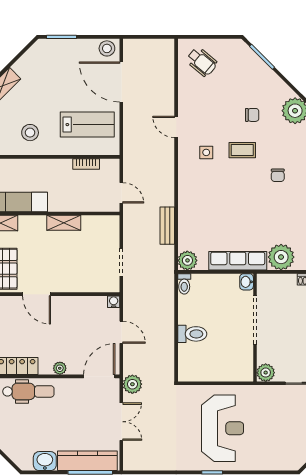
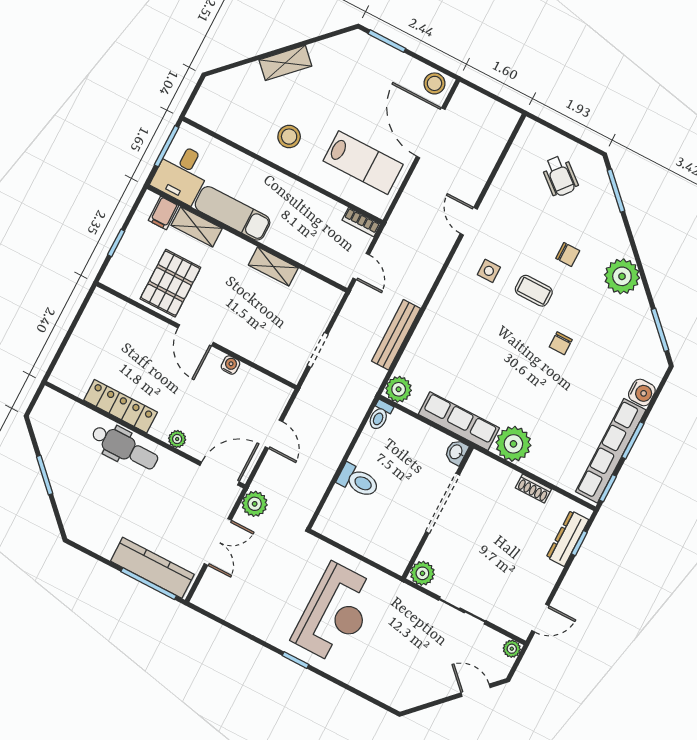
wheelchair: (202, 62) -> (560, 176), moved
bookcase: (86, 164) -> (361, 222), moved
bench: (167, 226) -> (396, 335), width x1.36
water cooler: (114, 302) -> (230, 365), moved
washbasin: (45, 461) -> (101, 541), removed

